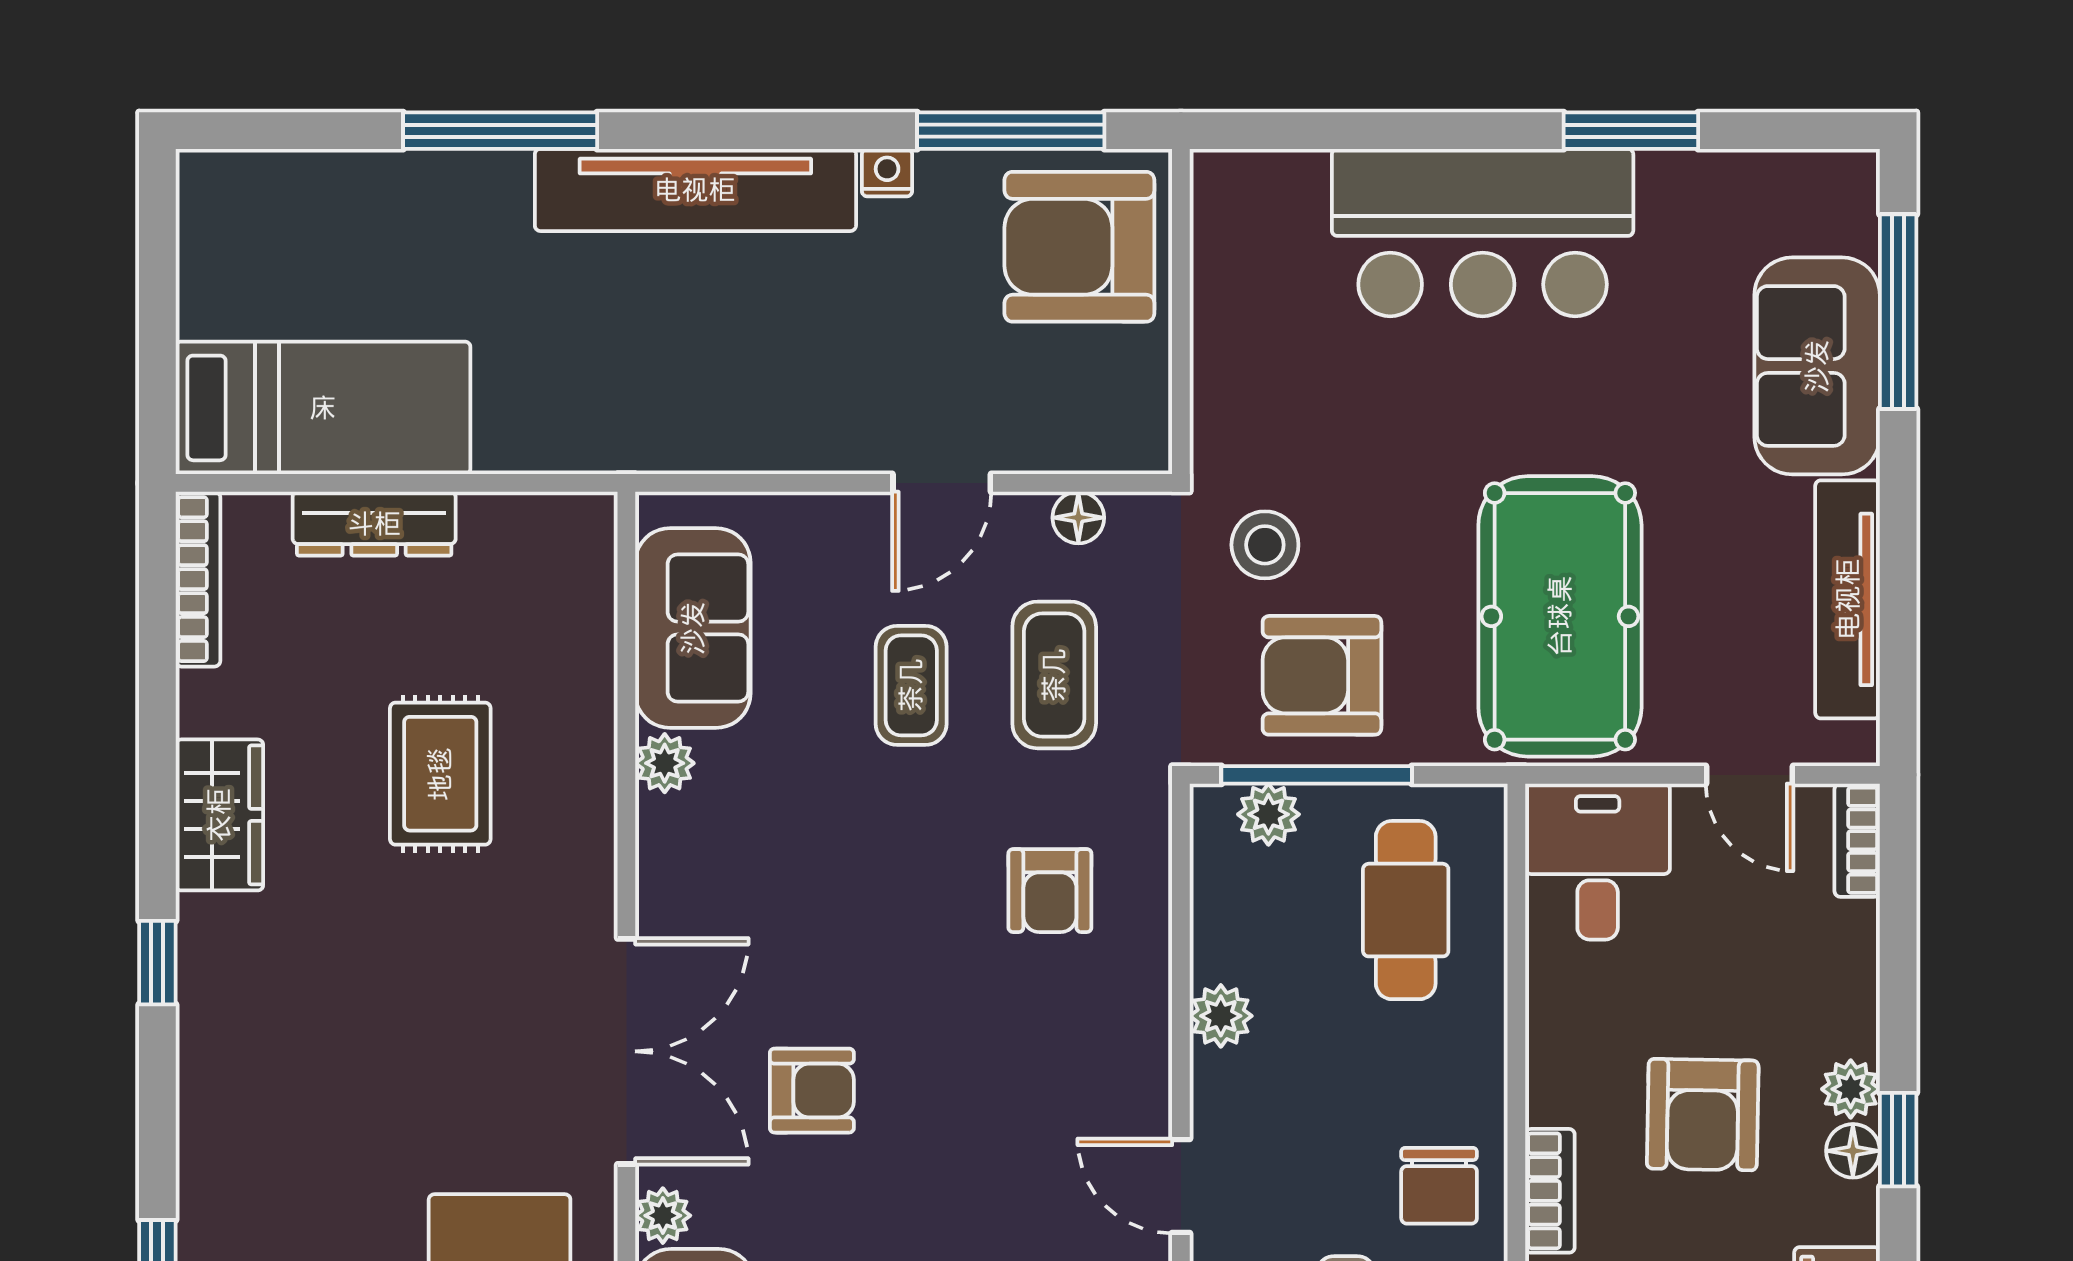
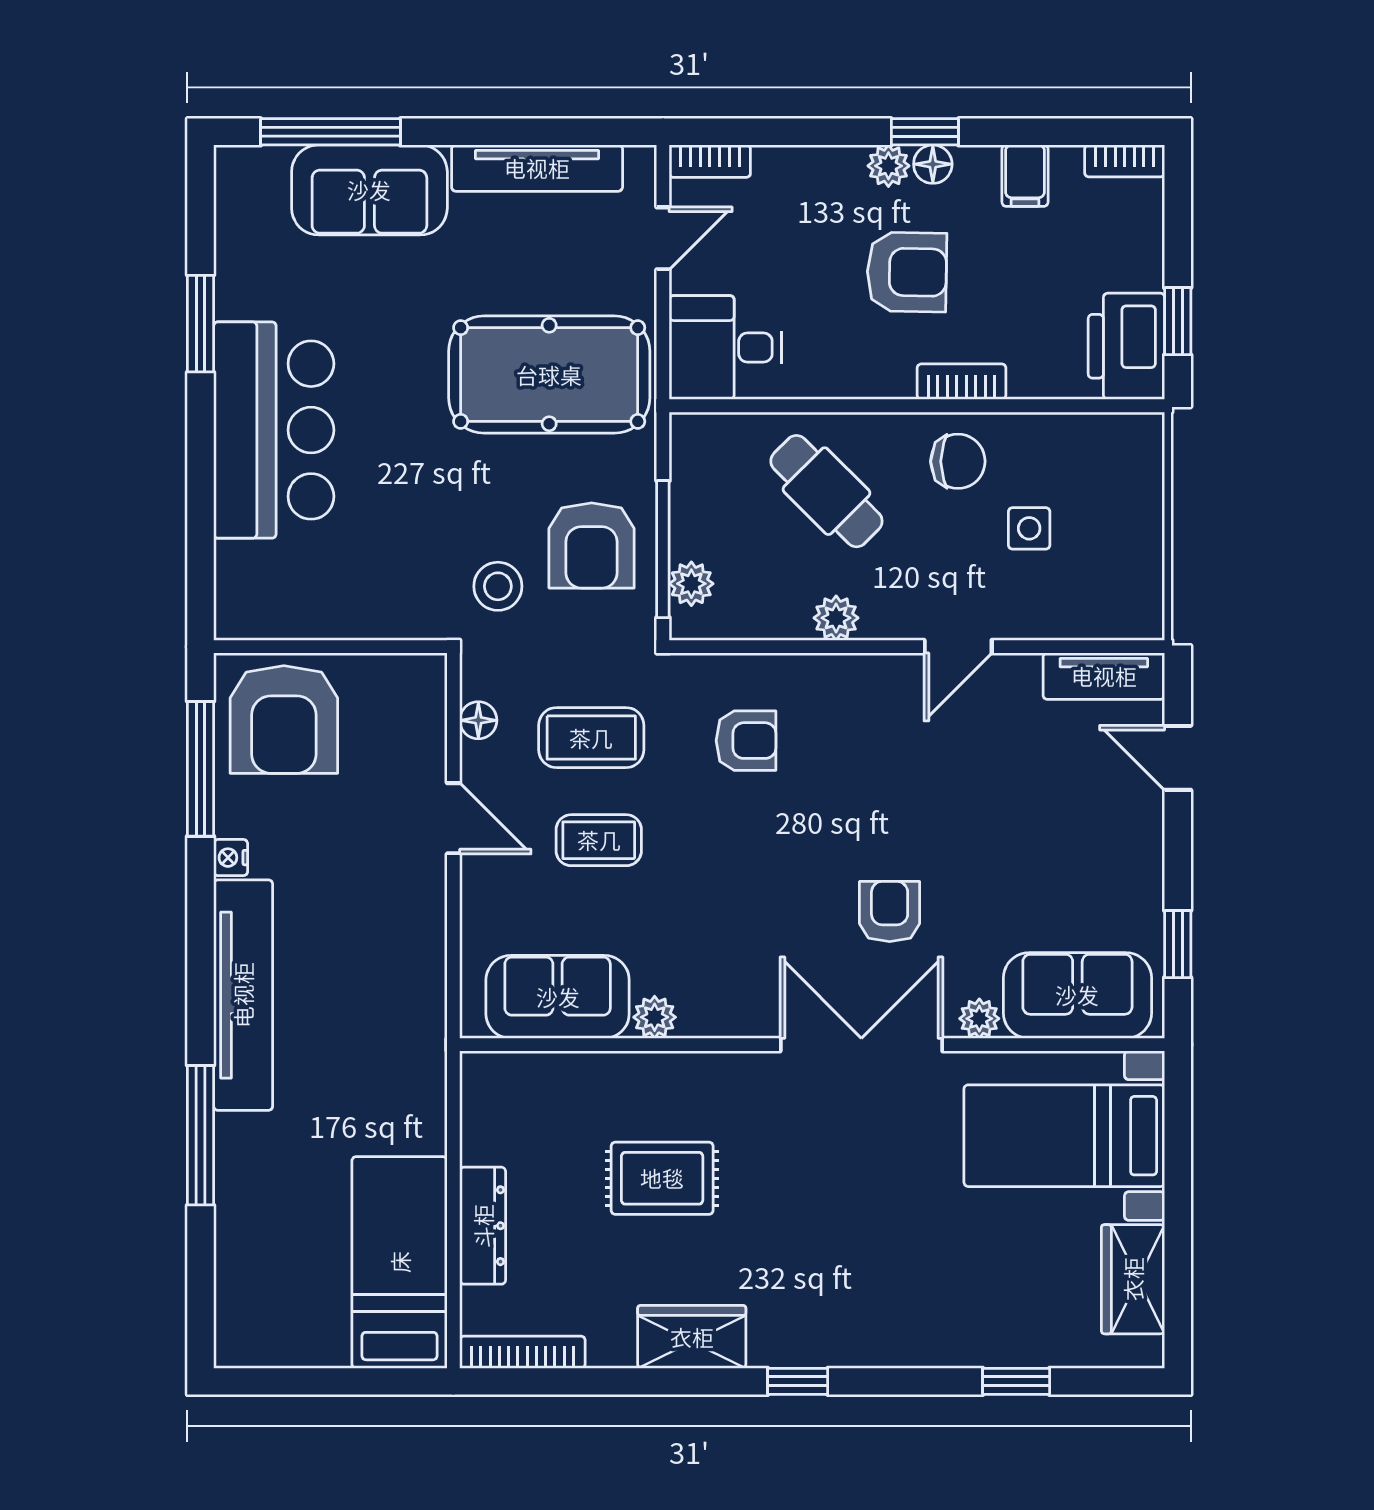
cafe table: (1406, 910) -> (826, 491), moved, turned 45

